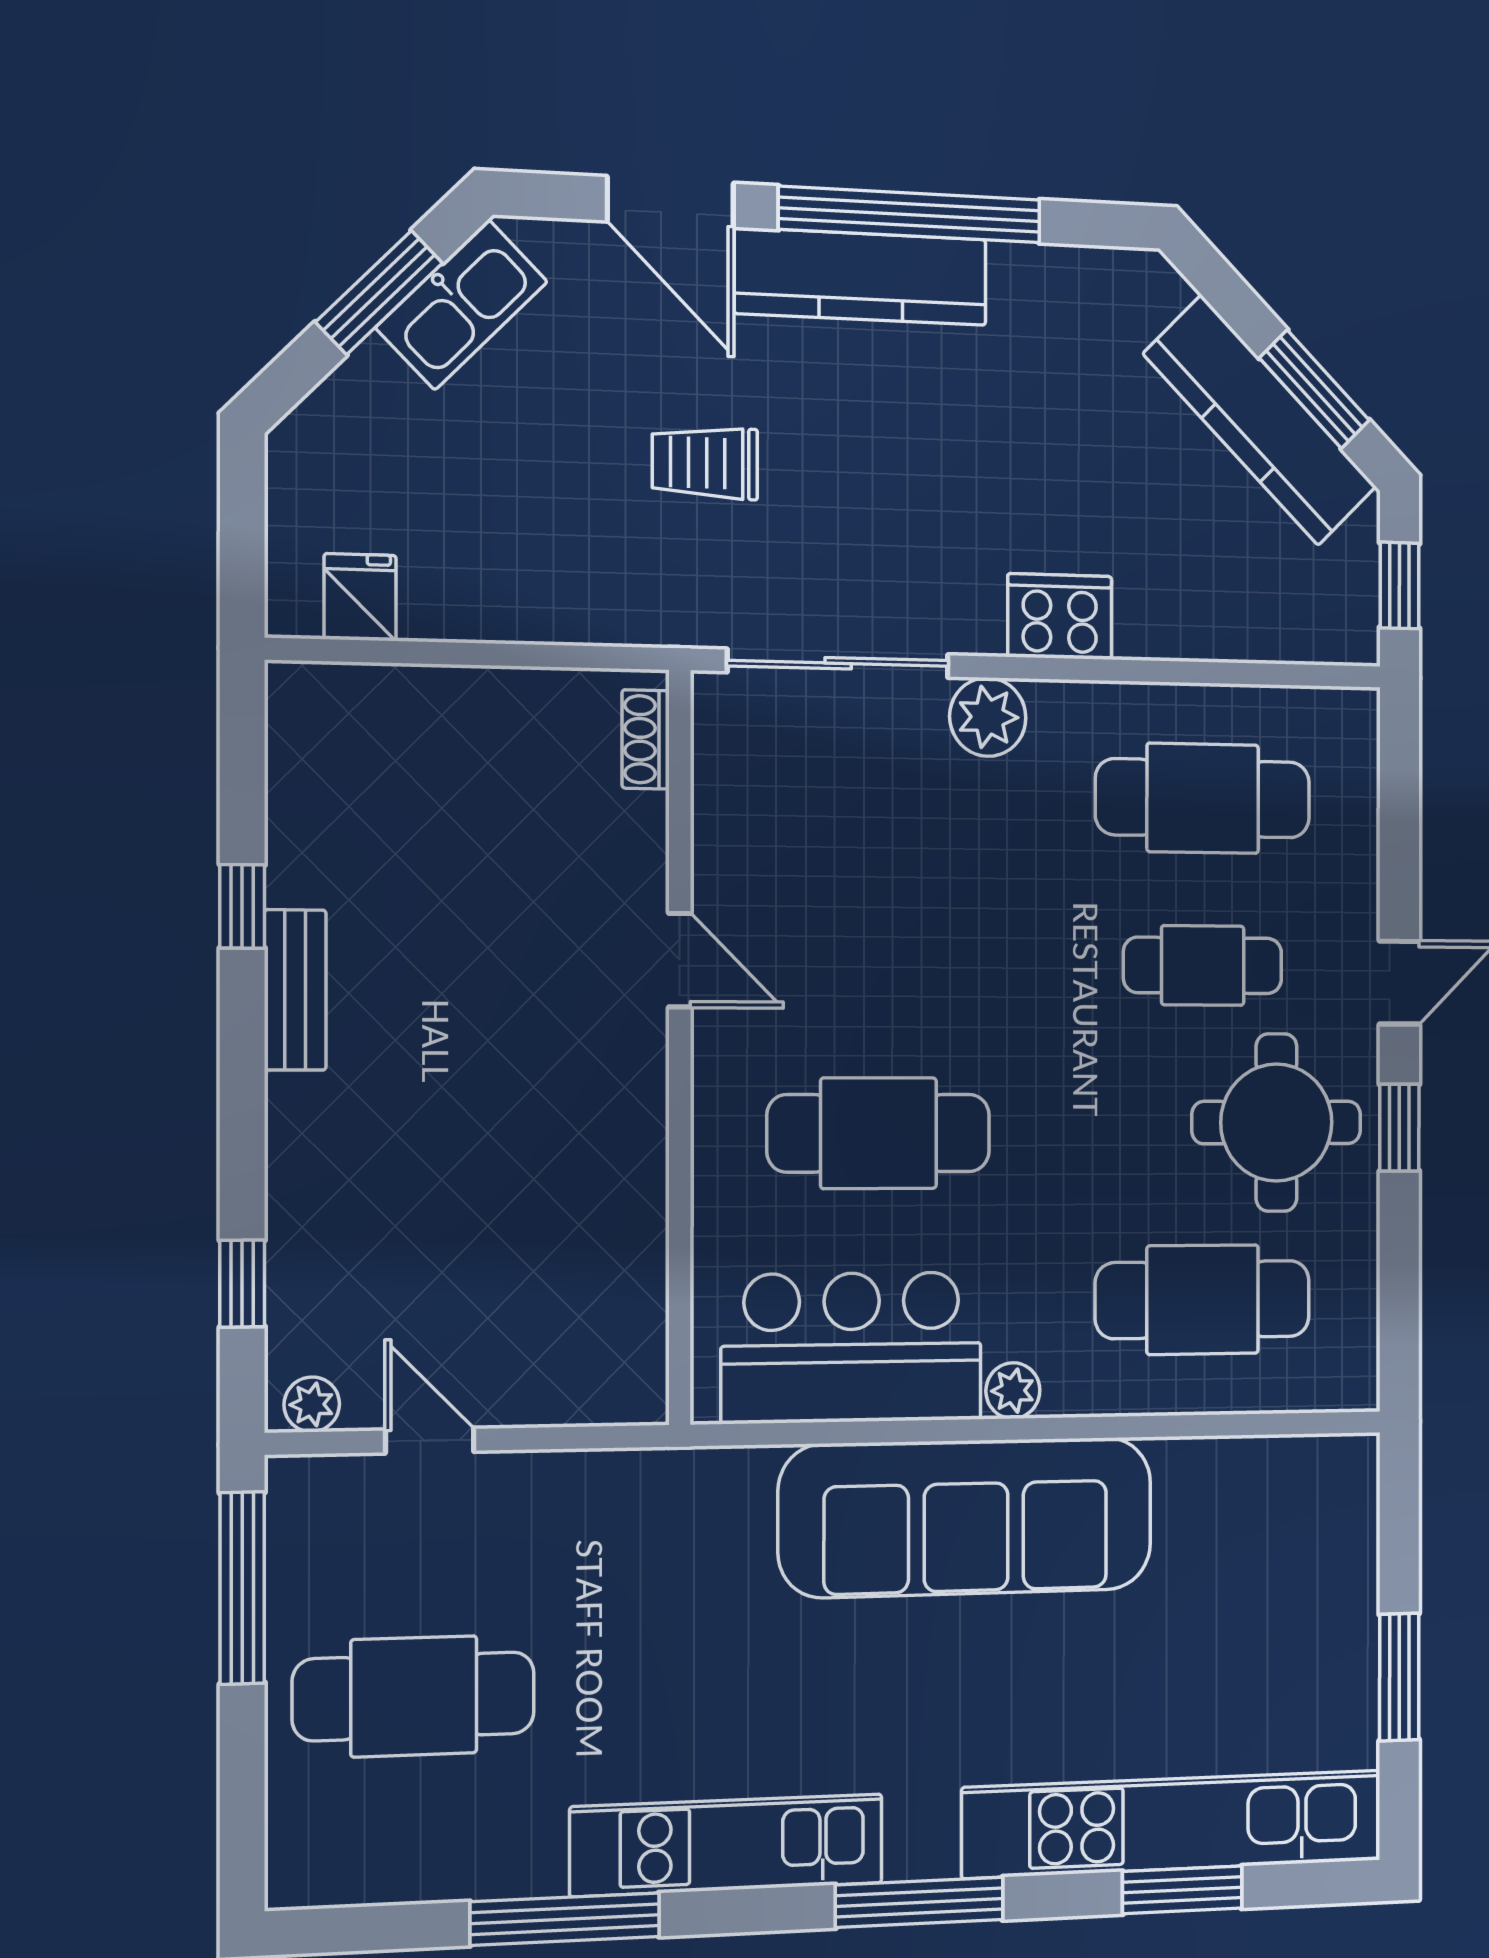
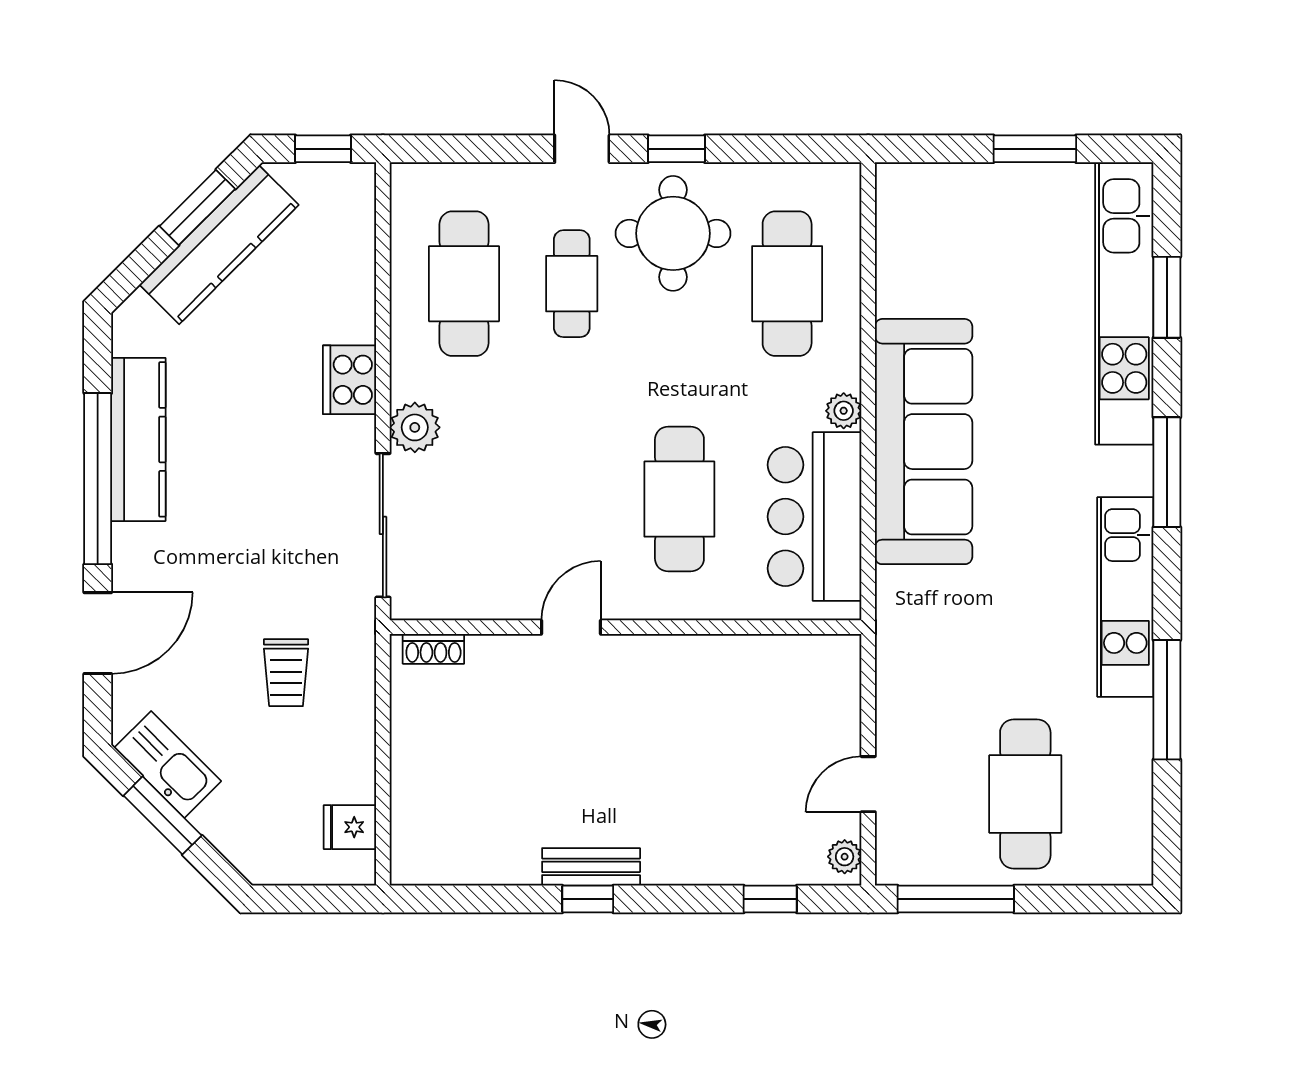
kitchen counter: (861, 276) -> (138, 439), moved
trolley: (705, 463) -> (286, 673), moved
window: (242, 906) -> (588, 899), moved

